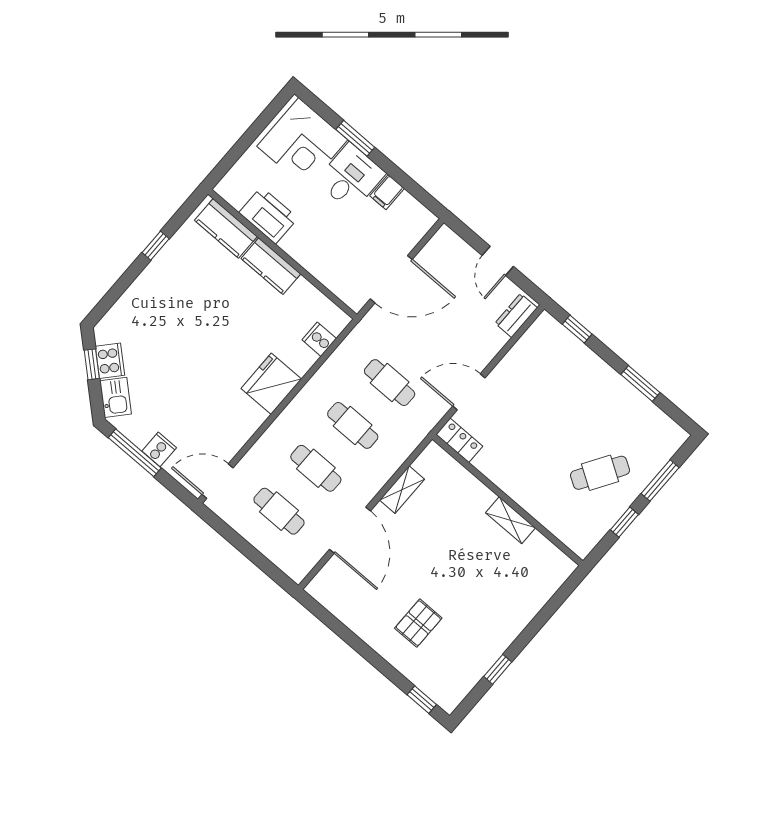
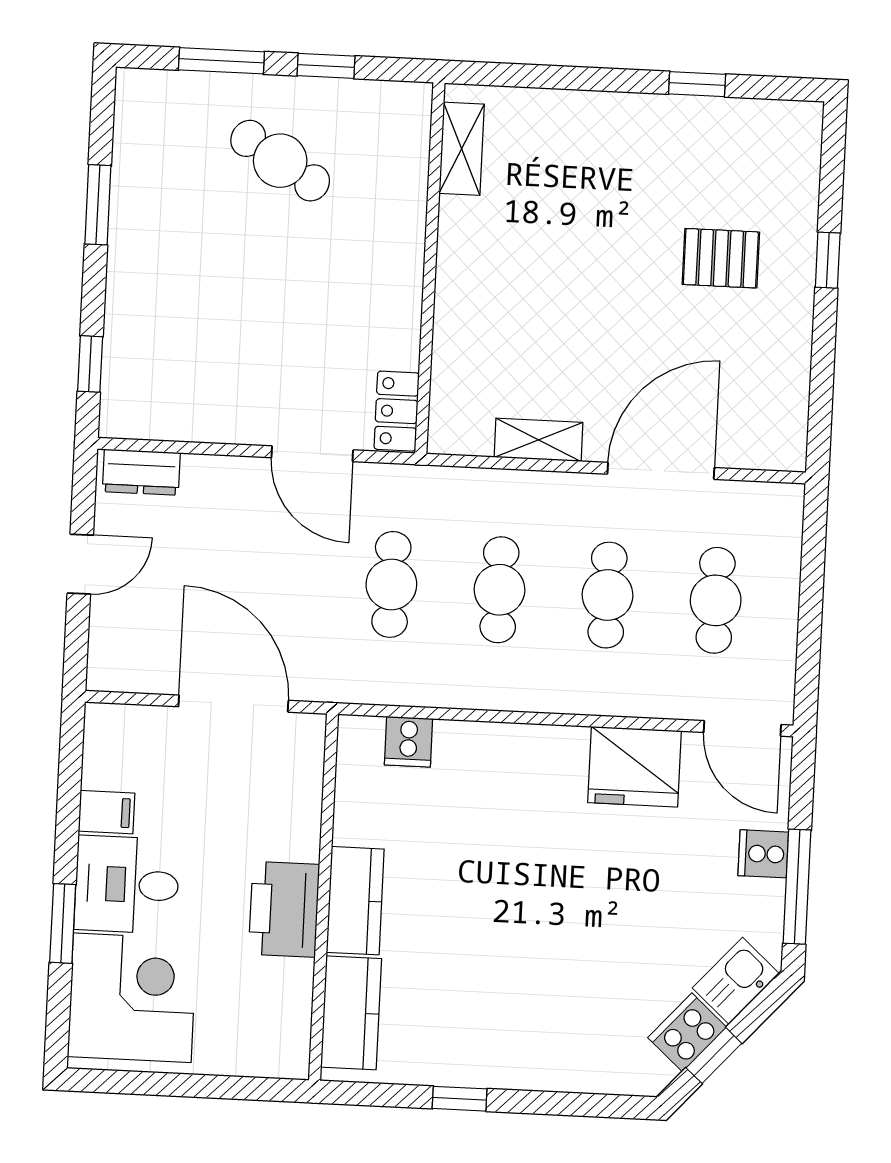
printer: (268, 215) -> (284, 909), moved
fridge: (271, 384) -> (635, 767), moved
shelving: (510, 520) -> (462, 149), moved
window: (422, 700) -> (828, 260), moved

